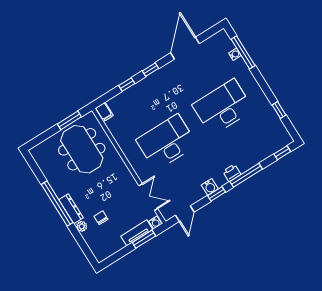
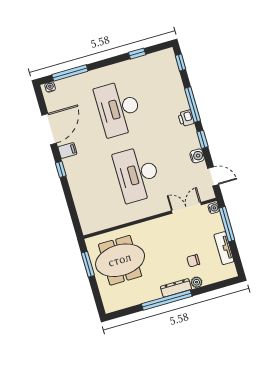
door: (185, 48) -> (49, 129), swing flipped
water cooler: (235, 54) -> (50, 87), moved
window: (127, 84) -> (69, 197), removed
filing cabinet: (104, 112) -> (67, 150), moved
water cooler: (210, 187) -> (197, 156), moved
tv unit: (137, 233) -> (224, 248), moved
window: (144, 239) -> (227, 224), width x1.44

